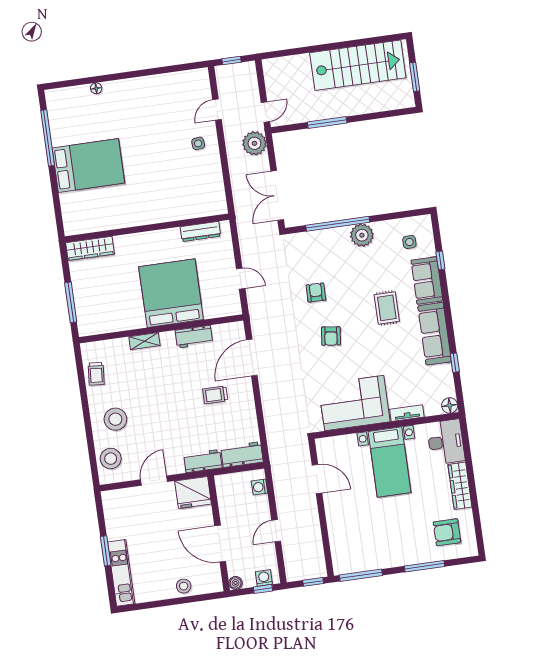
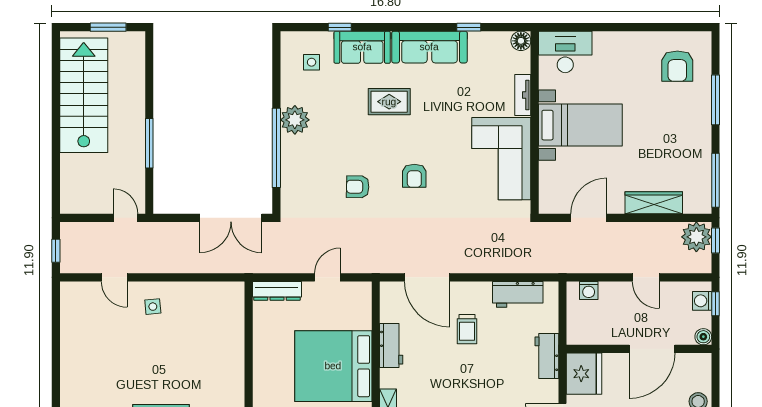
plant: (254, 143) -> (696, 237), moved
dresser: (200, 231) -> (277, 291), moved, turned 90
armchair: (331, 336) -> (414, 176), turned 83
workbench: (242, 455) -> (518, 294), moved, turned -90
wardrobe: (460, 486) -> (654, 203), moved, turned 180

